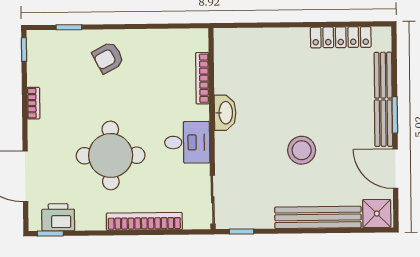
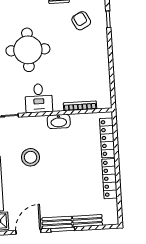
locker: (341, 37) -> (110, 179), moved
locker: (255, 38) -> (107, 138), added
armchair: (108, 58) -> (81, 21), moved
stool: (302, 150) -> (31, 157), moved

